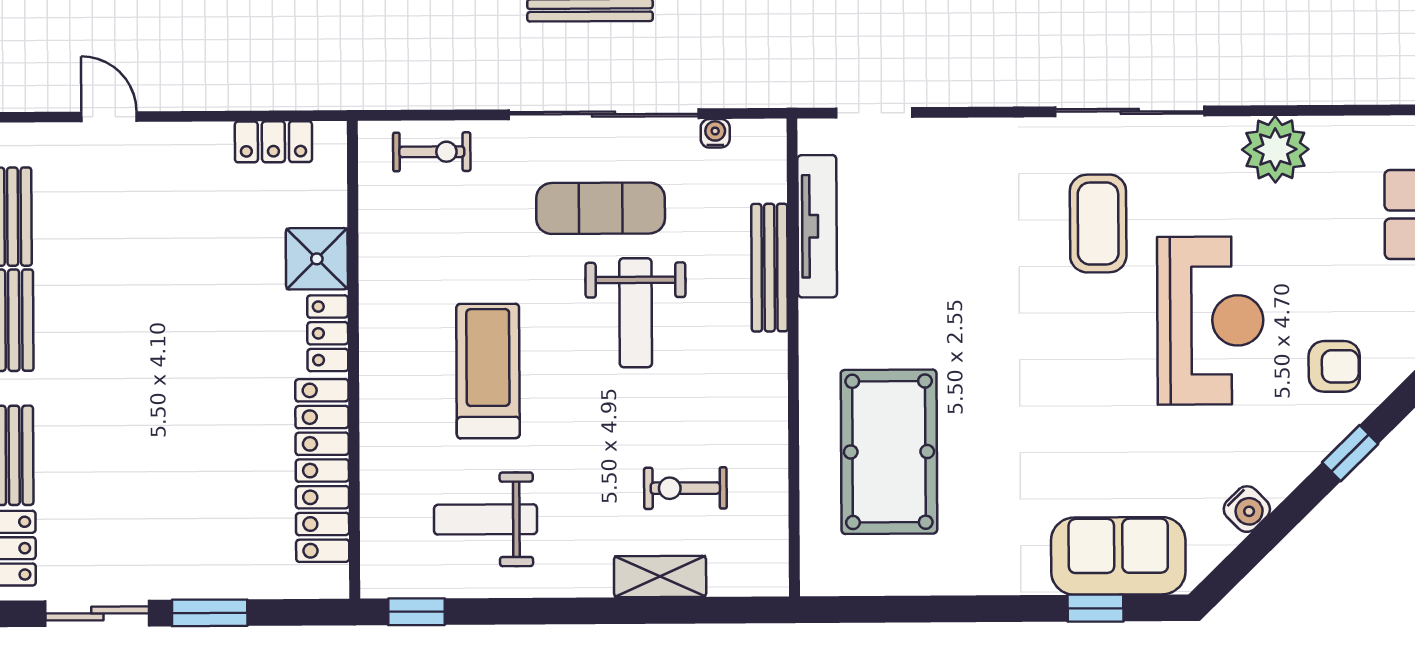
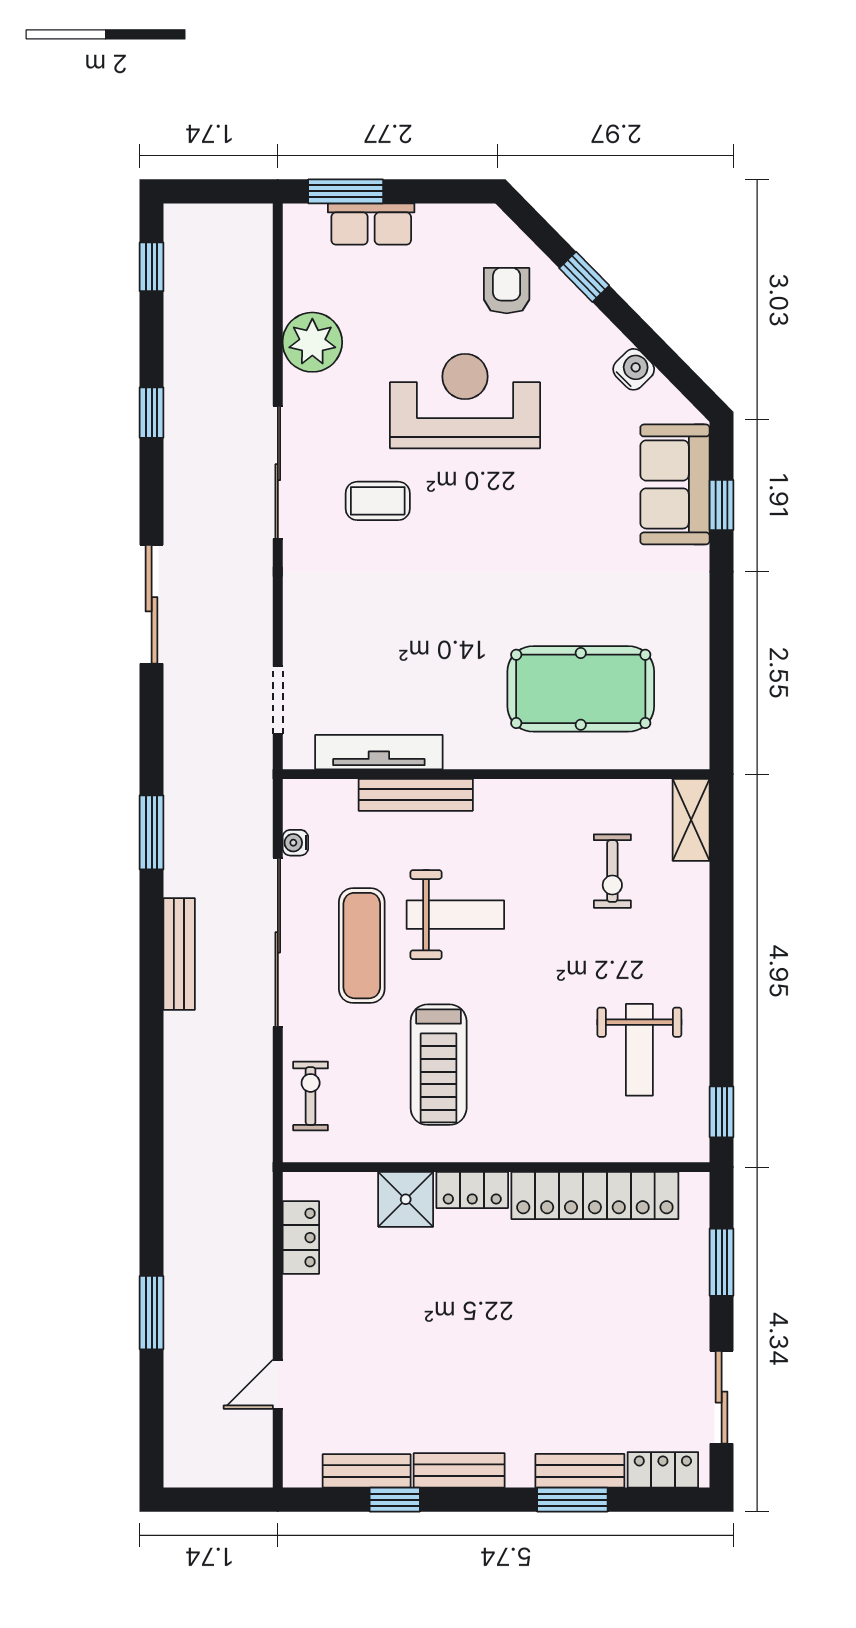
coffee table: (1098, 223) -> (378, 501), width x0.73, depth x0.77
treadmill: (488, 371) -> (439, 1065), moved, turned -90
shelving: (660, 576) -> (691, 820), moved
window: (210, 613) -> (722, 1262), moved

